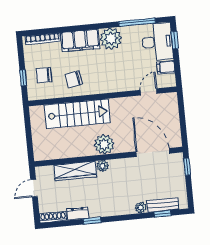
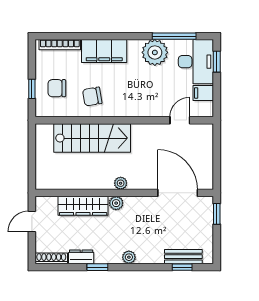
plant: (111, 39) -> (155, 52), moved
plant: (104, 144) -> (121, 183), width x0.53, depth x0.53
plant: (141, 208) -> (129, 257), moved

